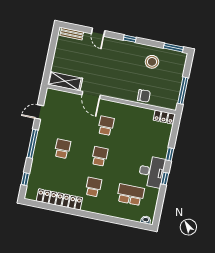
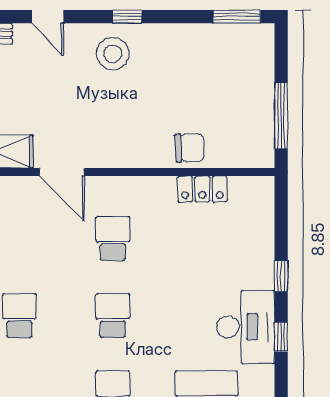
stool: (152, 62) -> (113, 54), moved
locker: (164, 117) -> (202, 189), moved

